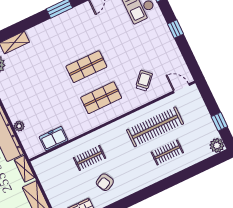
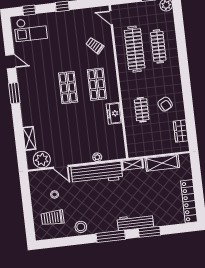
door: (181, 88) -> (111, 18), hinge flipped
freezer: (54, 139) -> (114, 113), moved
clothes rail: (167, 152) -> (158, 46), width x1.36

